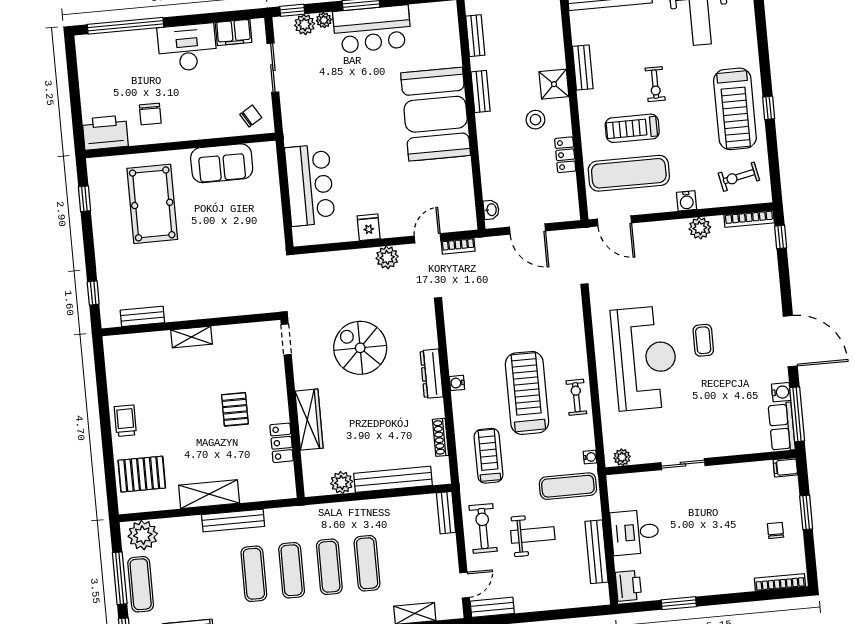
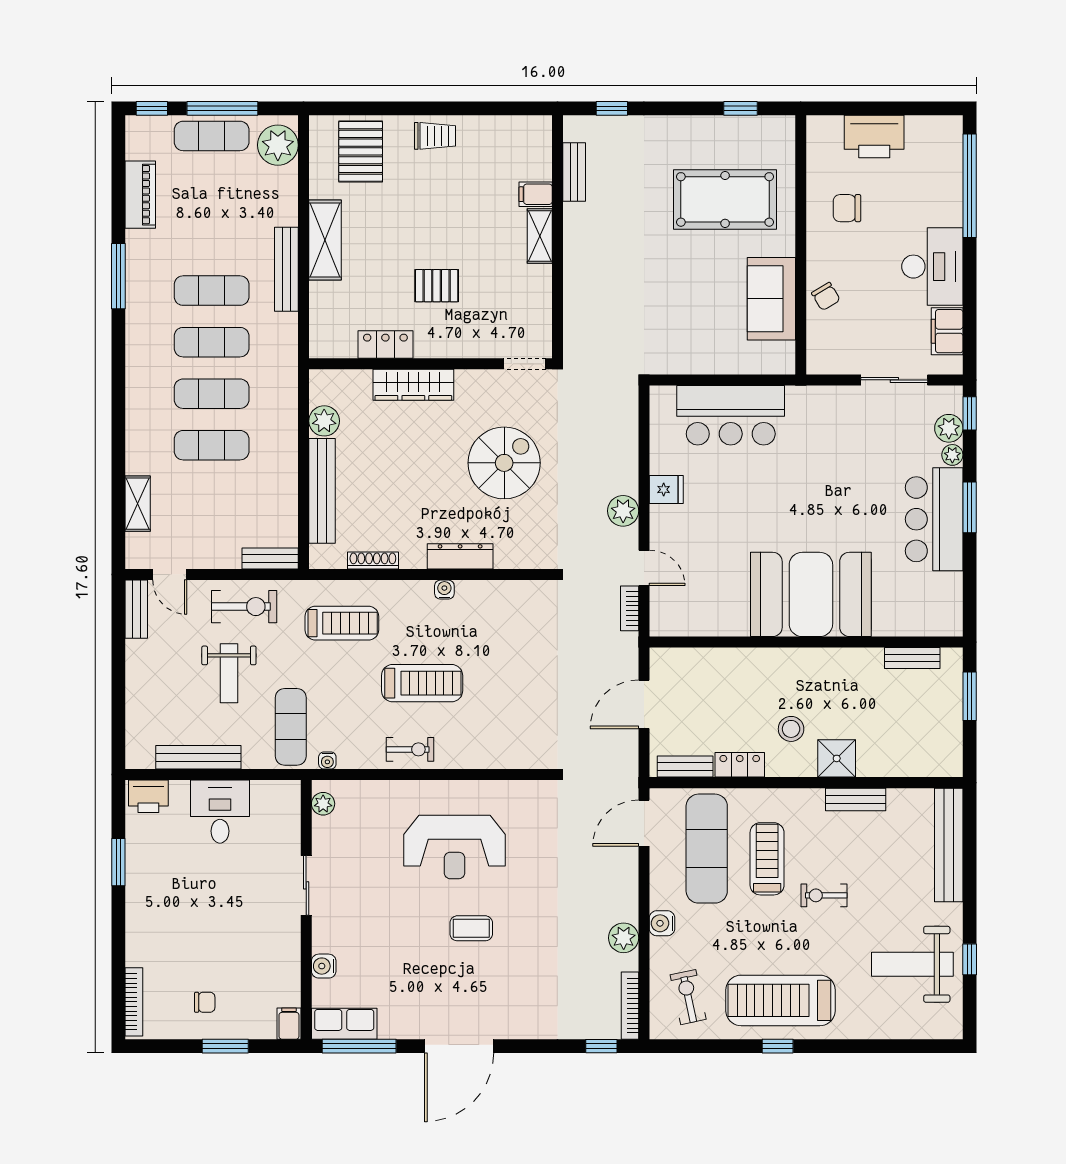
bench: (481, 92) -> (685, 767), moved
chair: (251, 116) -> (826, 296), moved
printer: (105, 133) -> (874, 137), moved, turned 90
washbasin: (491, 210) -> (675, 658), removed
filing cabinet: (161, 343) -> (536, 194), added
reception desk: (645, 358) -> (454, 847), width x0.74, depth x0.77
water cooler: (781, 392) -> (324, 966), moved, turned 90
treadmill: (527, 393) -> (422, 683), width x0.73, depth x0.73

